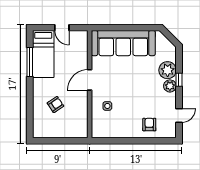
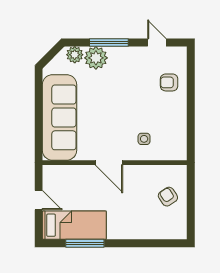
door: (62, 28) -> (39, 200), hinge flipped
window: (179, 80) -> (109, 42), width x2.17
plant: (170, 86) -> (75, 55), moved
armchair: (55, 104) -> (168, 197), moved

